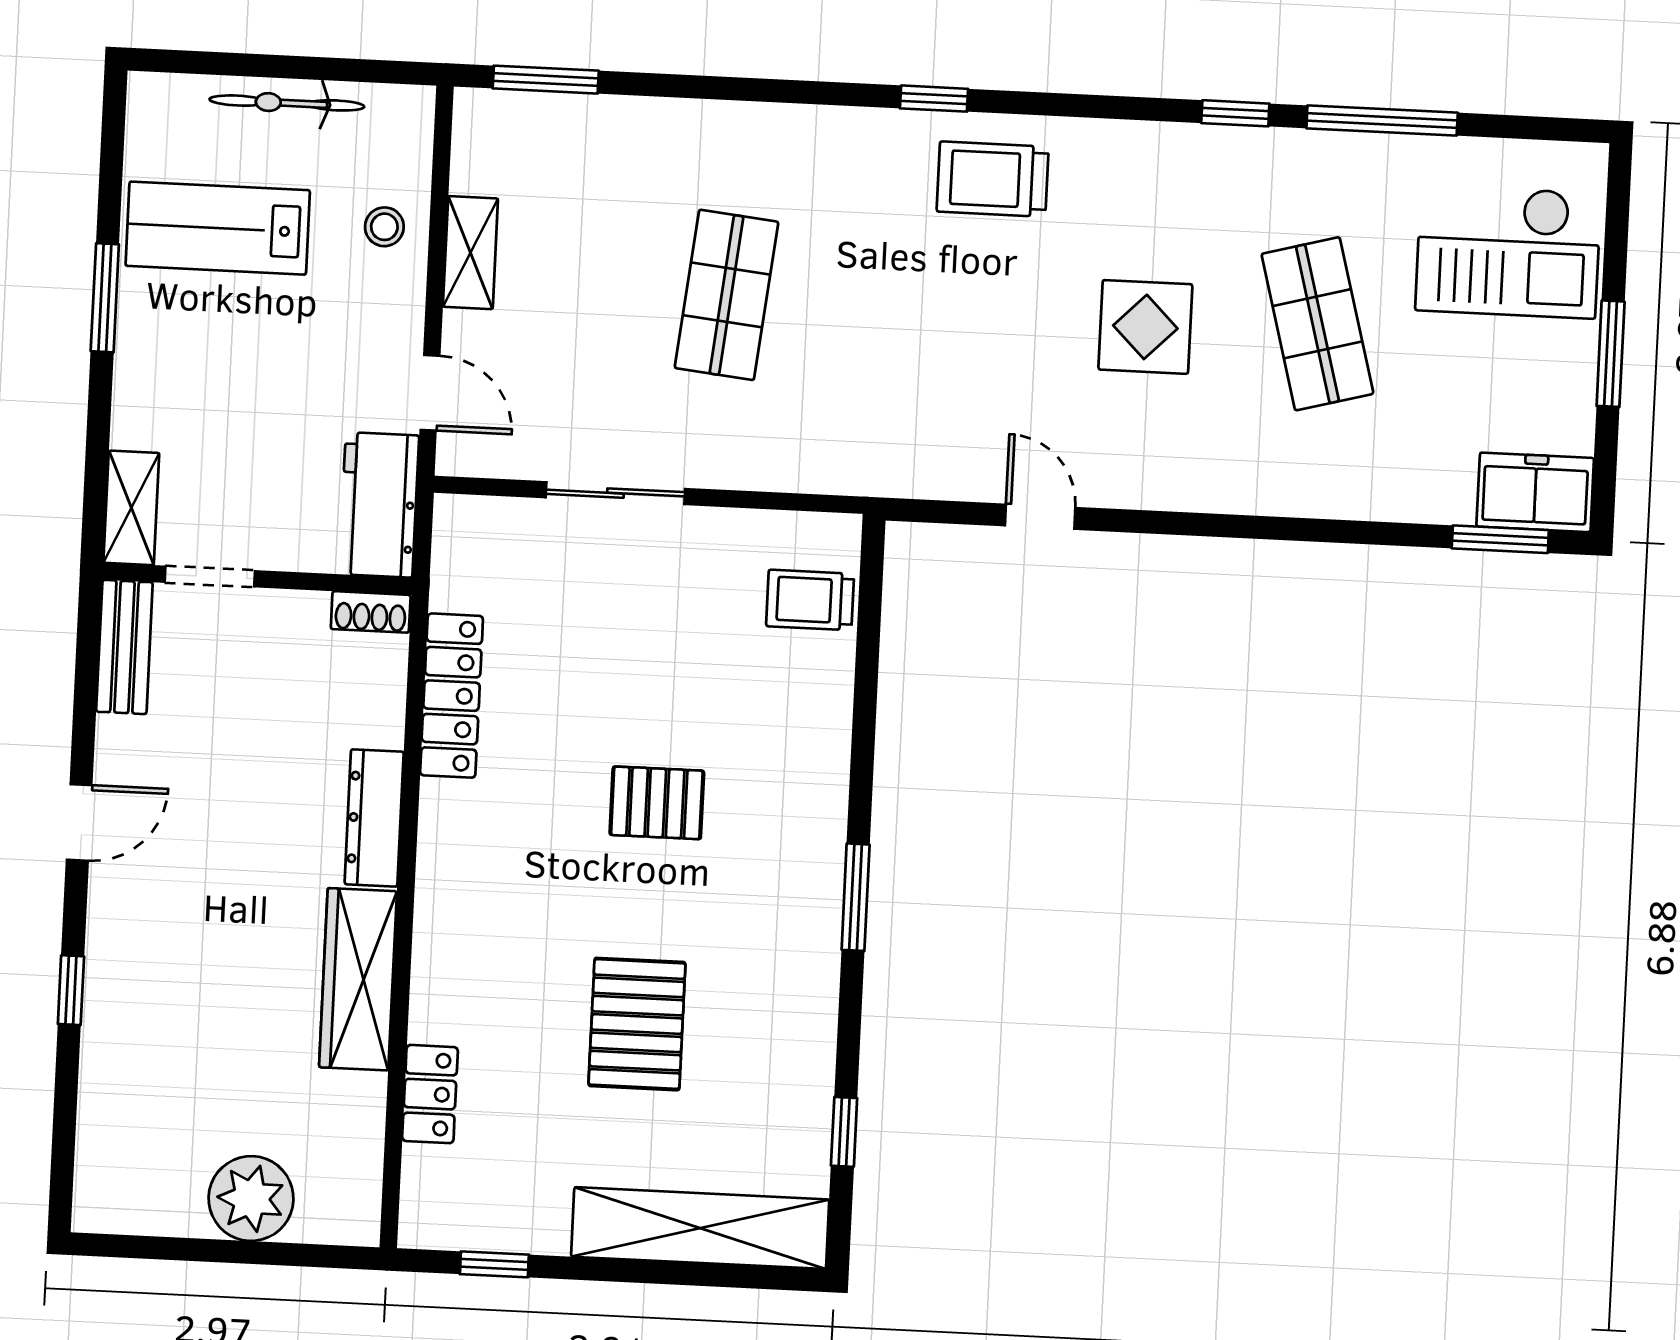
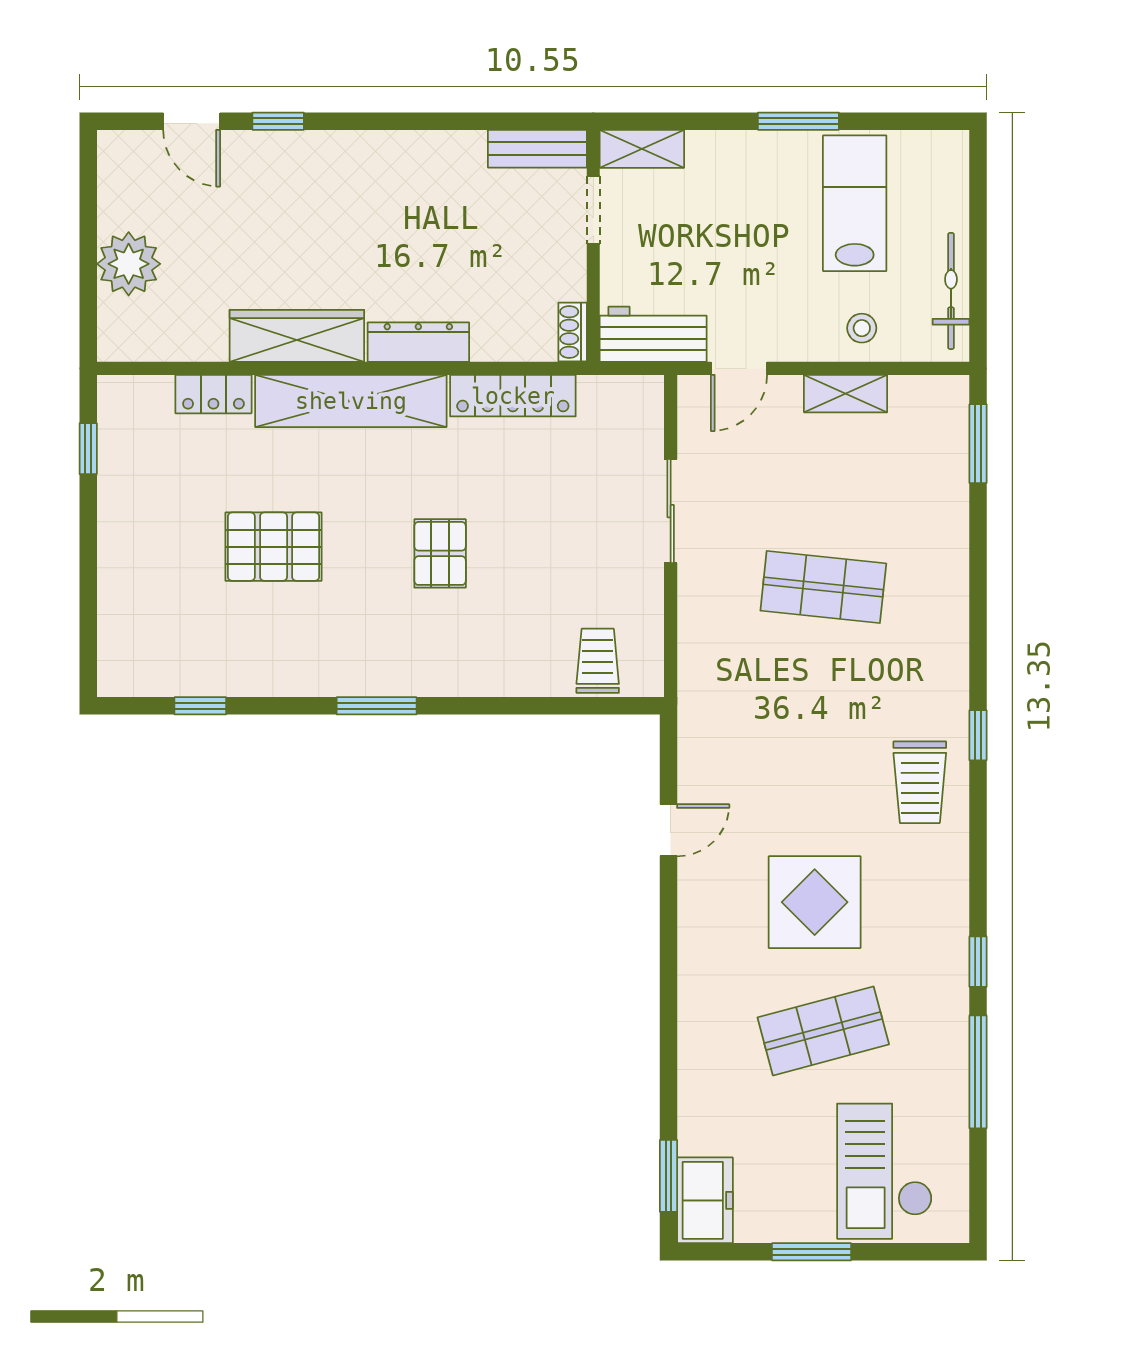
bicycle: (287, 103) -> (951, 291), moved
trolley: (993, 179) -> (920, 782), turned 180
display table: (1145, 327) -> (815, 902), width x1.36, depth x1.36
door: (79, 822) -> (192, 121), moved
shelving: (700, 1228) -> (351, 401), moved, turned 90

